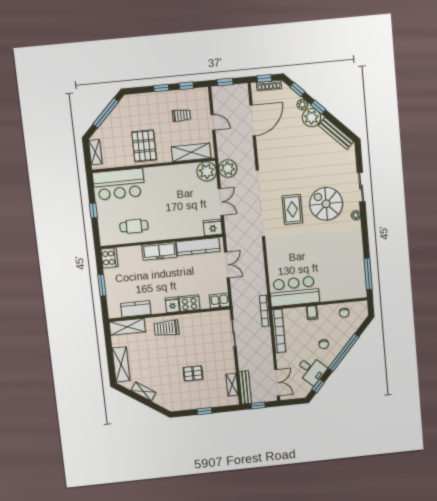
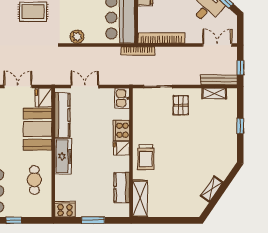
booth: (182, 225) -> (38, 129), added
plant: (273, 253) -> (77, 37), added
shelving: (121, 364) -> (180, 210), removed
pallet: (193, 373) -> (181, 105), moved

